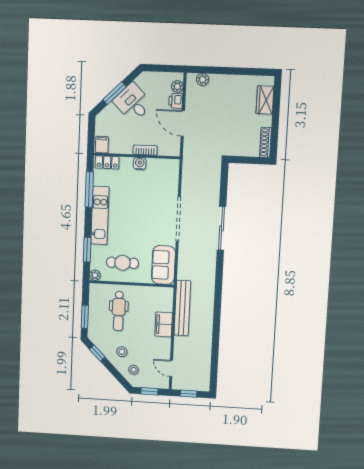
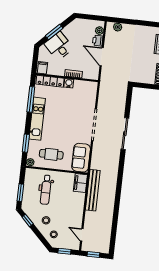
desk: (133, 103) -> (59, 46), moved
locker: (107, 162) -> (50, 81), width x1.53
filing cabinet: (164, 324) -> (80, 183), moved

